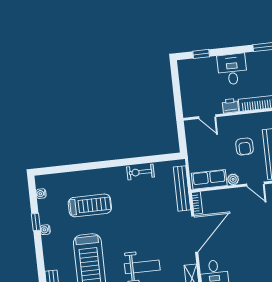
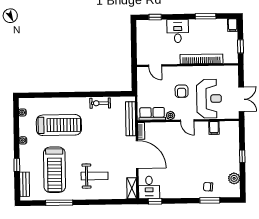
printer: (230, 106) -> (174, 59), removed
treadmill: (90, 205) -> (59, 125), width x1.37, depth x1.38
window: (36, 222) -> (17, 165), moved
door: (195, 234) -> (137, 155), hinge flipped

